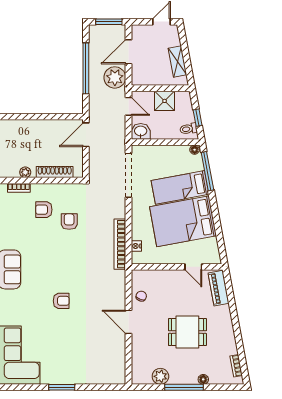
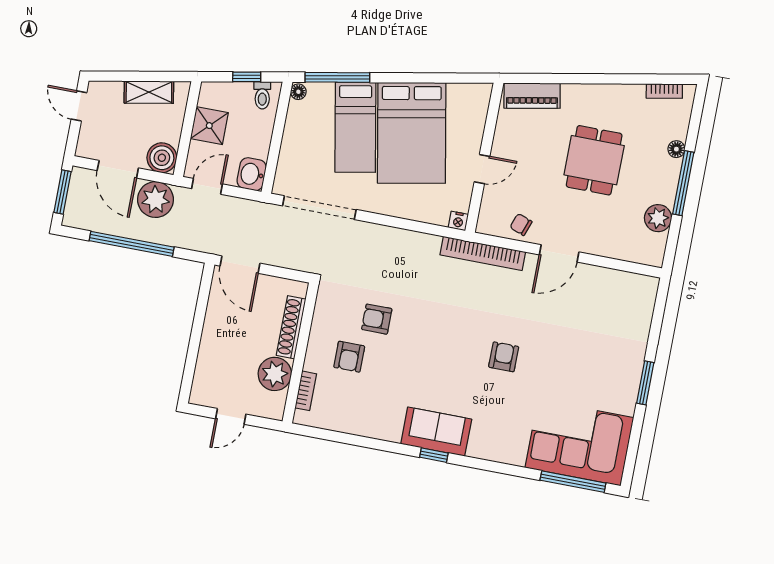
boiler: (140, 77) -> (162, 158), added
plant: (25, 172) -> (275, 374), width x1.88, depth x1.88
bookcase: (120, 244) -> (483, 253), moved
nightstand: (136, 246) -> (458, 221), moved
door: (193, 267) -> (482, 169), moved

